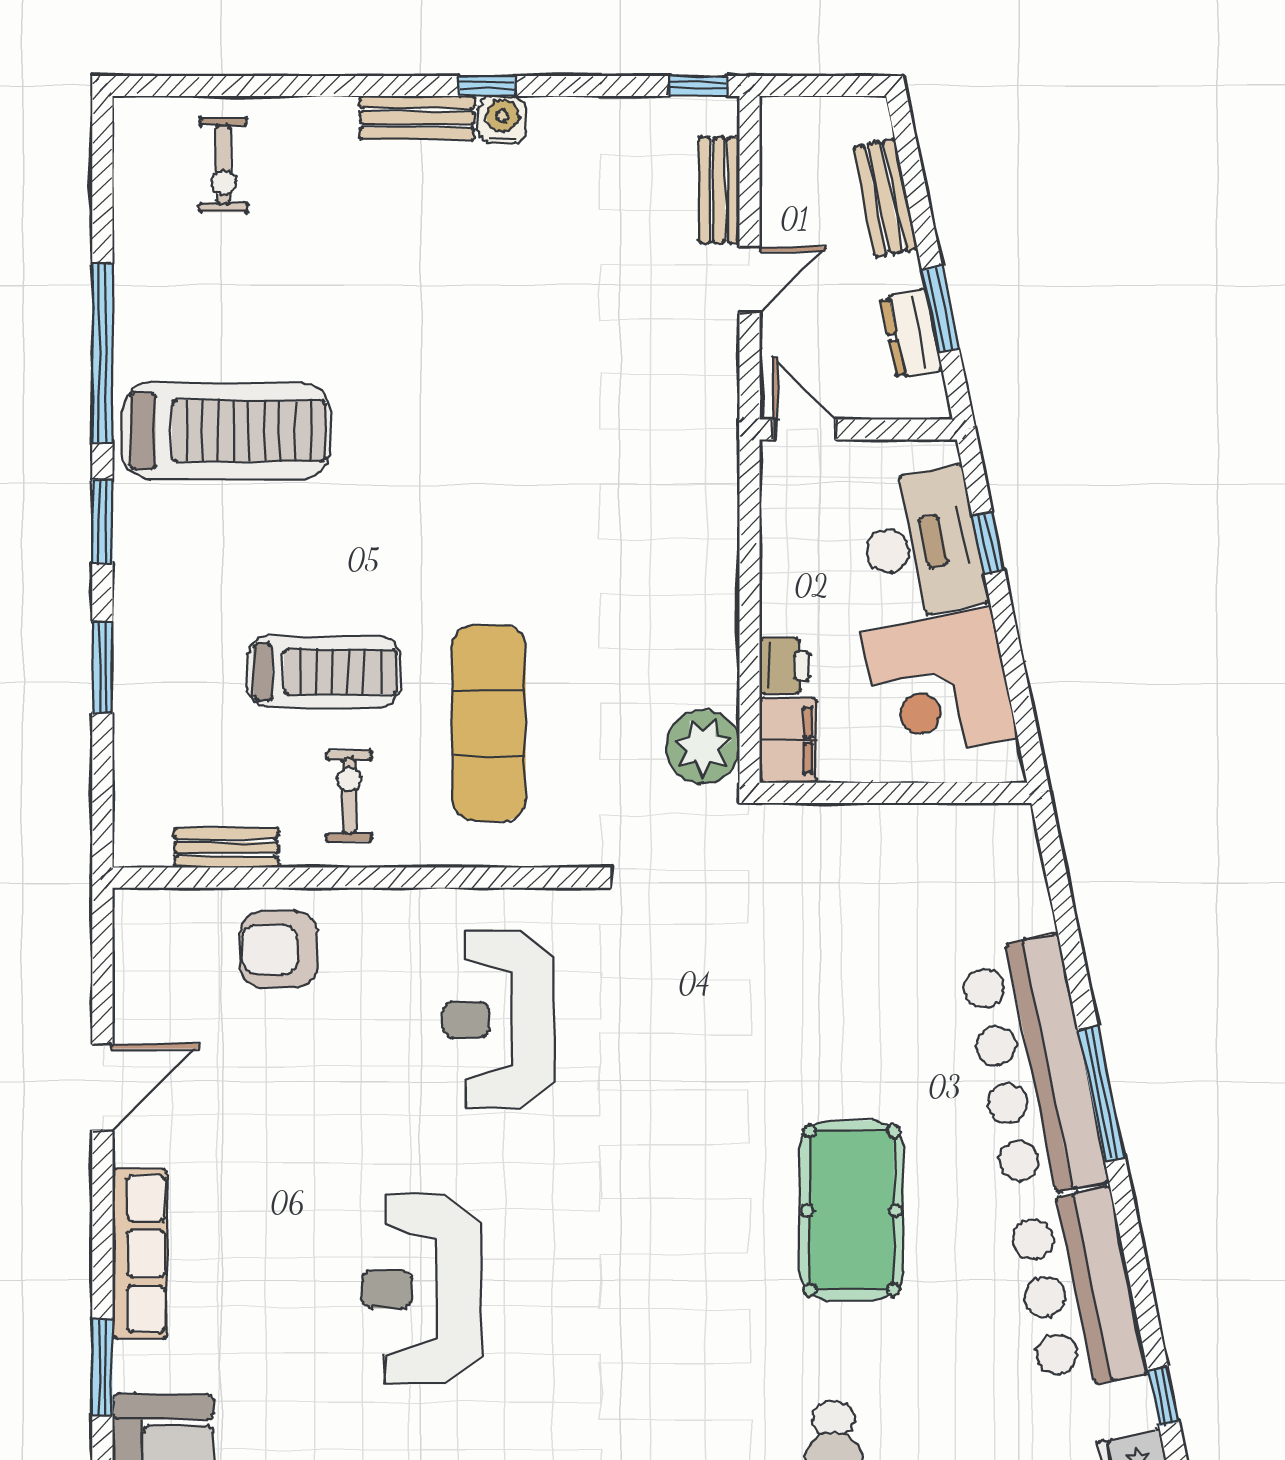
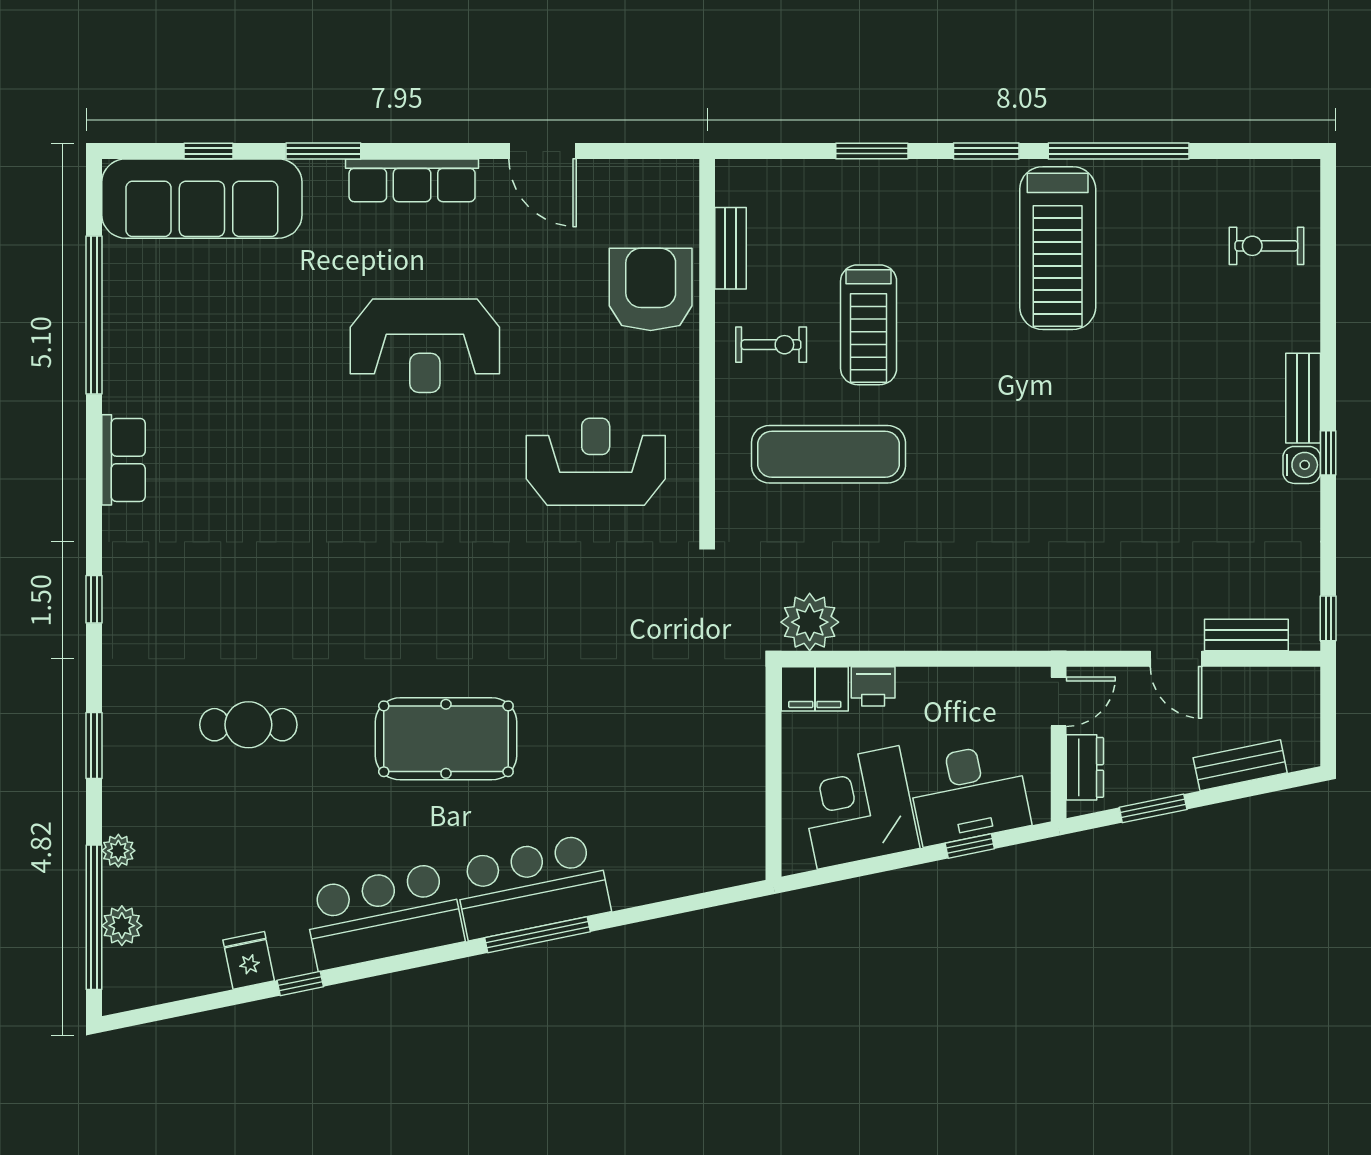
dresser: (911, 333) -> (1085, 767), moved, turned 102
armchair: (279, 949) -> (651, 289), width x1.36, depth x1.36
bar counter: (1033, 1068) -> (532, 887), width x0.73
reception desk: (421, 1289) -> (425, 346), moved, turned 180

